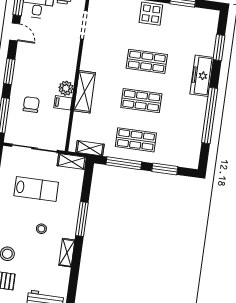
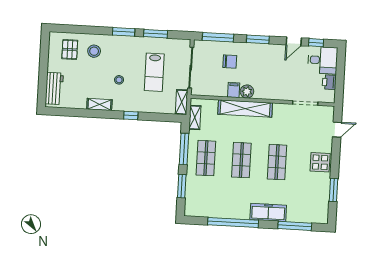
window: (219, 48) -> (295, 226), width x1.44
shelving: (85, 92) -> (245, 109), width x1.47
window: (82, 219) -> (131, 116), width x0.46

